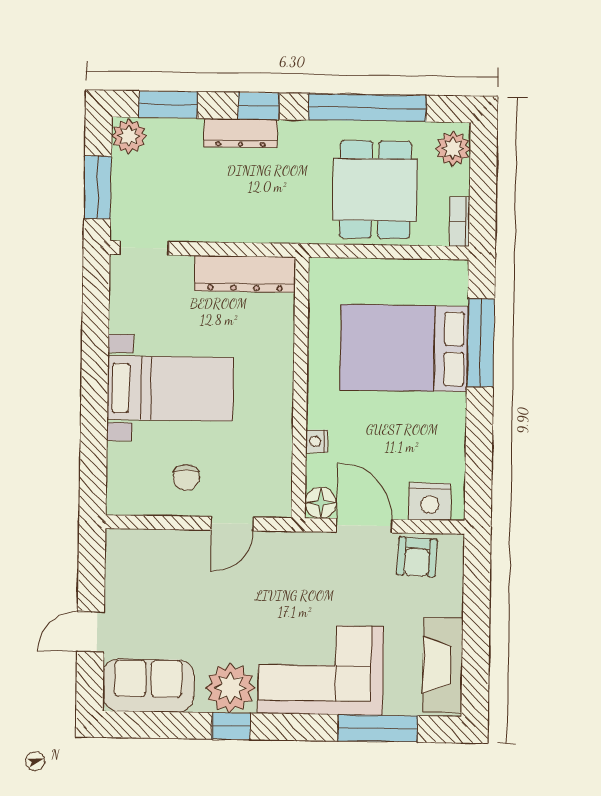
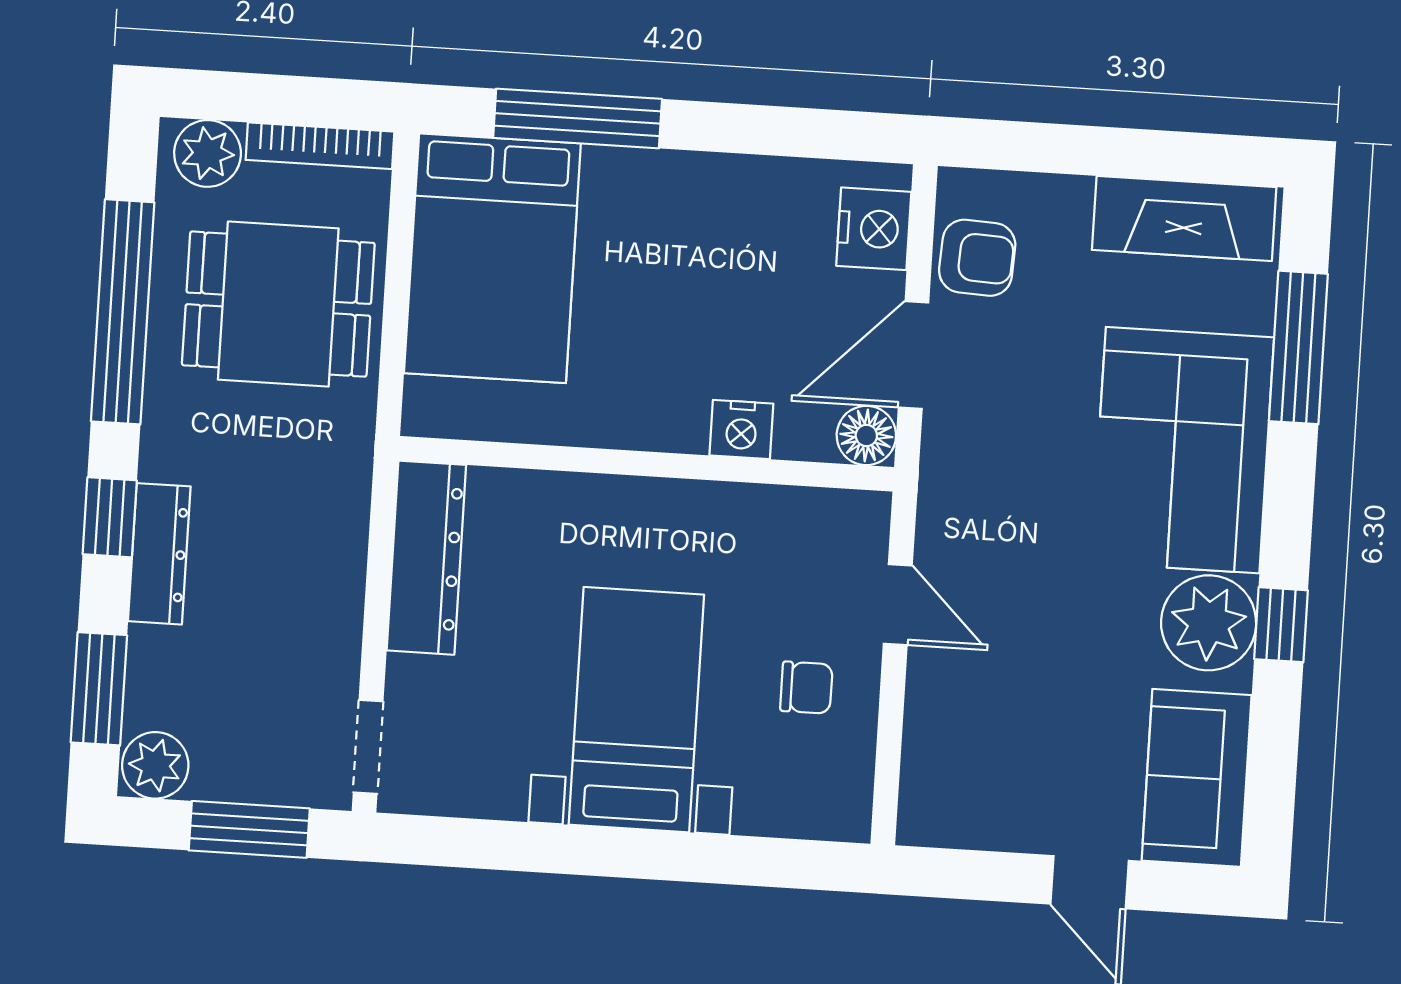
bookcase: (459, 222) -> (320, 146), width x1.56
bed: (404, 348) -> (492, 258), moved
nightstand: (317, 441) -> (741, 429), width x1.39, depth x1.35

